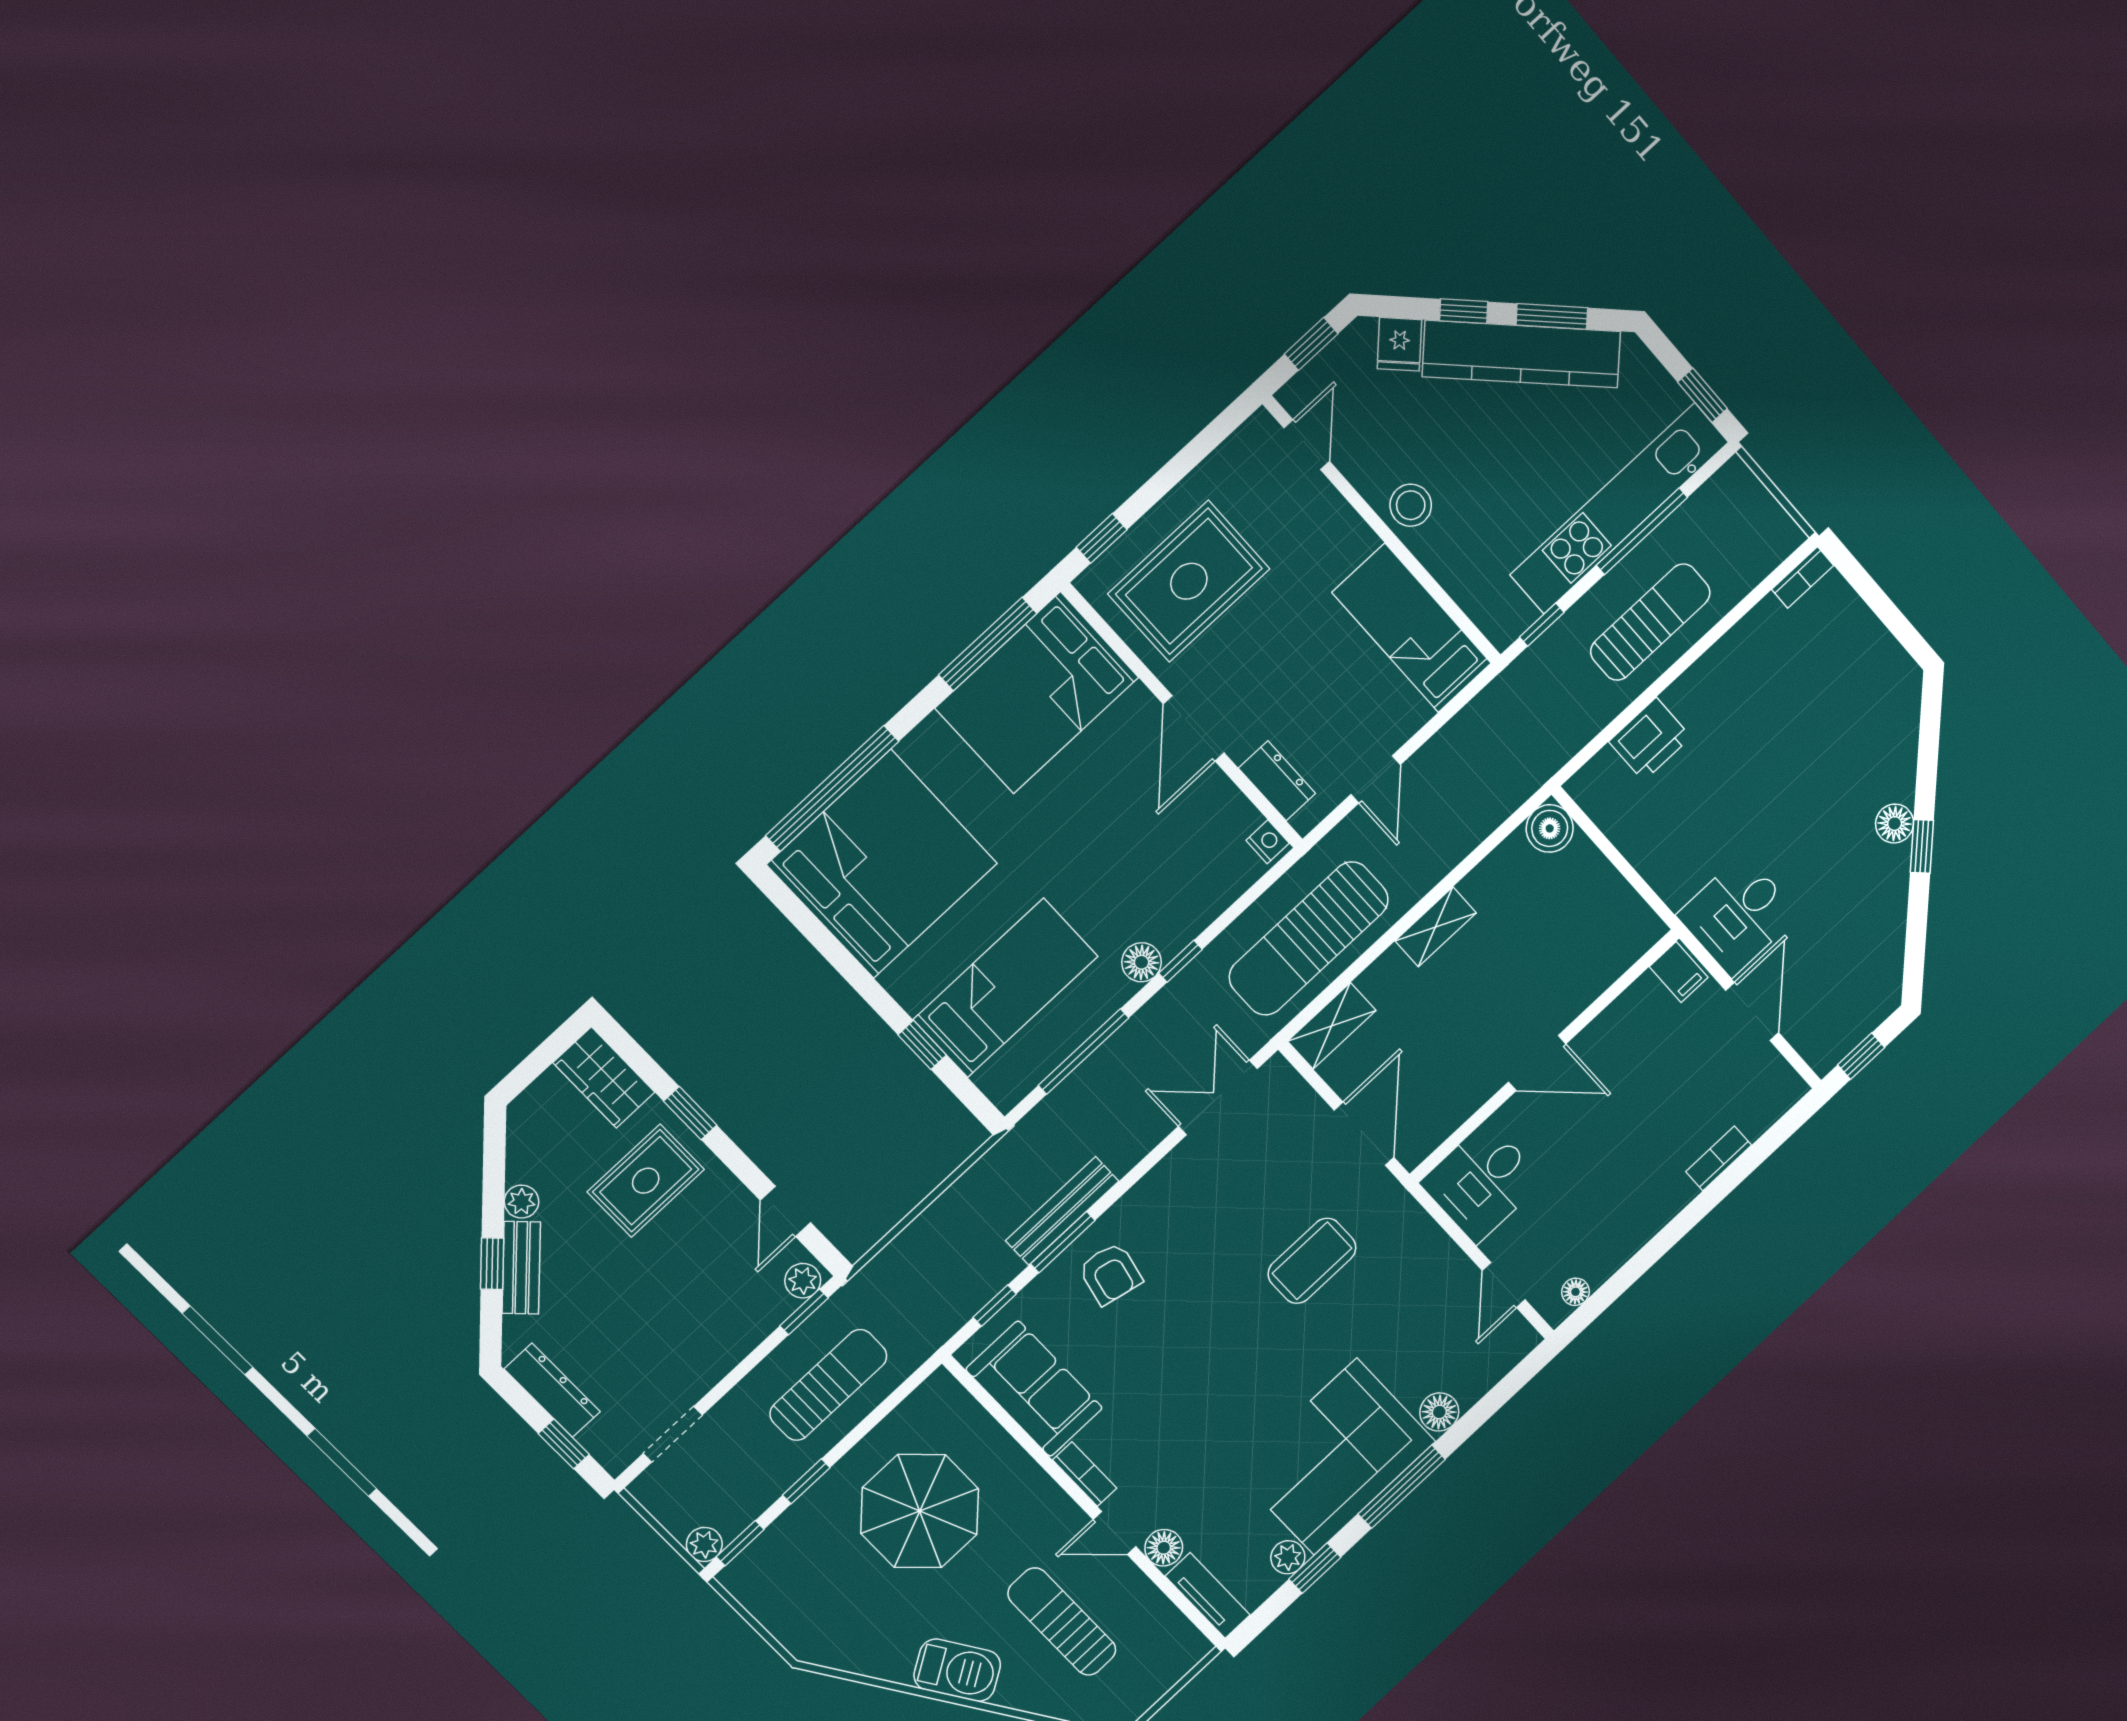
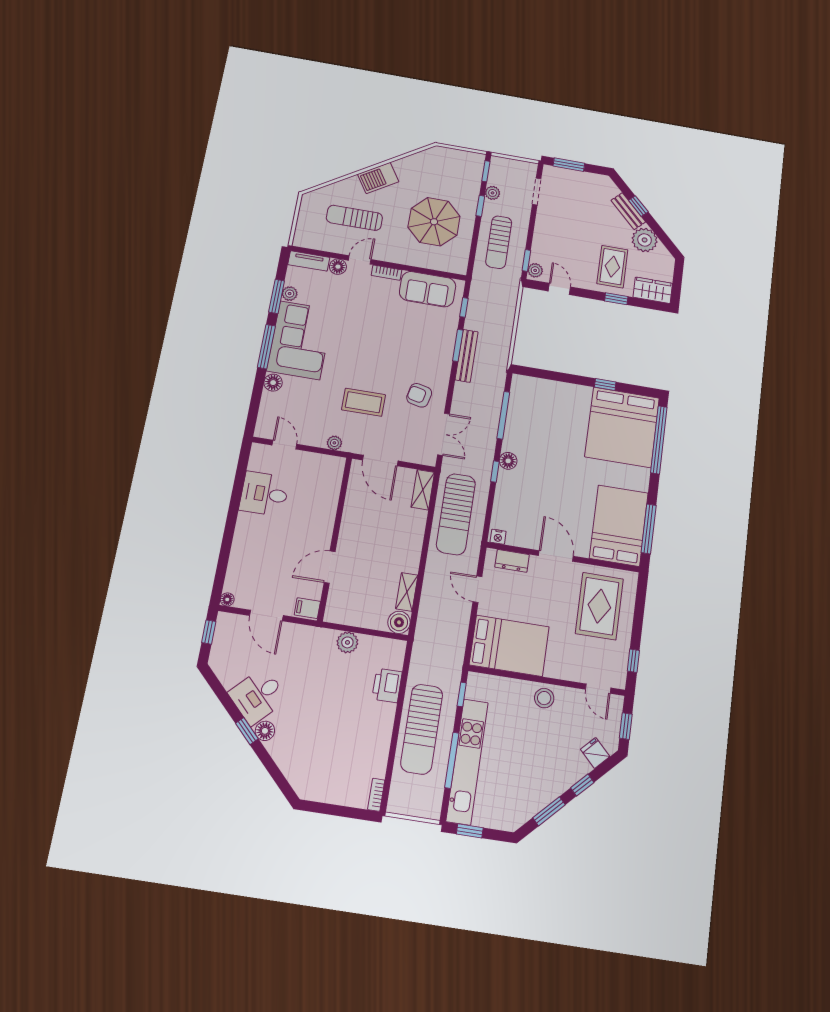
kitchen counter: (1522, 354) -> (549, 788), removed
window: (1102, 538) -> (633, 661), moved
sun lounger: (1650, 622) -> (422, 729), width x1.36, depth x1.34
bed: (1412, 628) -> (509, 646), width x1.50
plant: (1658, 863) -> (347, 642), added
desk: (1738, 915) -> (258, 696), moved, turned -135
shelving: (1436, 927) -> (407, 592), moved
sun lounger: (1309, 938) -> (456, 514), turned 180
bed: (1006, 988) -> (547, 417), removed
window: (922, 1045) -> (605, 384), moved
door: (1537, 1063) -> (330, 567), moved
bookcase: (1719, 1158) -> (237, 551), removed
desk: (1482, 1182) -> (264, 494), moved, turned -90
plant: (522, 1202) -> (645, 240), width x1.88, depth x1.88
plant: (1418, 1225) -> (334, 443), added
coffee table: (1312, 1261) -> (364, 402), turned 90
armchair: (1110, 1274) -> (419, 395), moved
floor lamp: (1575, 1292) -> (227, 599), moved
dresser: (552, 1390) -> (587, 179), removed
window: (564, 1444) -> (569, 165), width x1.50
plant: (704, 1544) -> (493, 193), moved
window: (1315, 1568) -> (277, 296), width x1.50
sun lounger: (1062, 1622) -> (354, 218), turned 180

